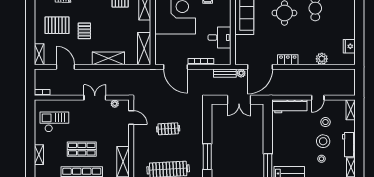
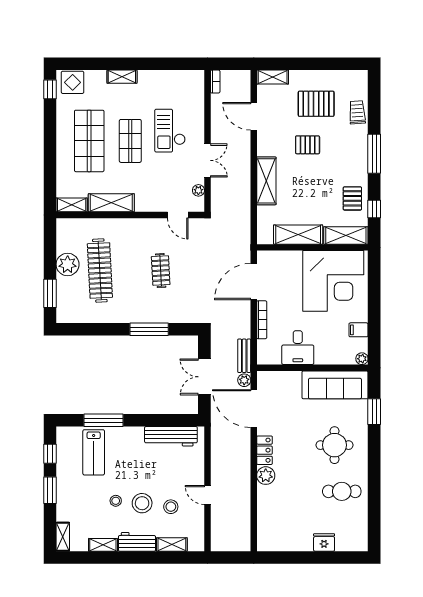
pallet: (57, 25) -> (316, 104), turned 90
fridge: (349, 46) -> (324, 542), moved
shelving: (144, 49) -> (298, 235), moved
plant: (322, 59) -> (266, 476), moved
door: (65, 67) -> (254, 116), swing flipped
workbench: (289, 106) -> (171, 436), moved, turned -90
shelving: (351, 110) -> (172, 545), moved
door: (131, 117) -> (178, 215), hinge flipped
checkout: (54, 122) -> (170, 131), moved, turned 180
window: (207, 157) -> (149, 329), moved

